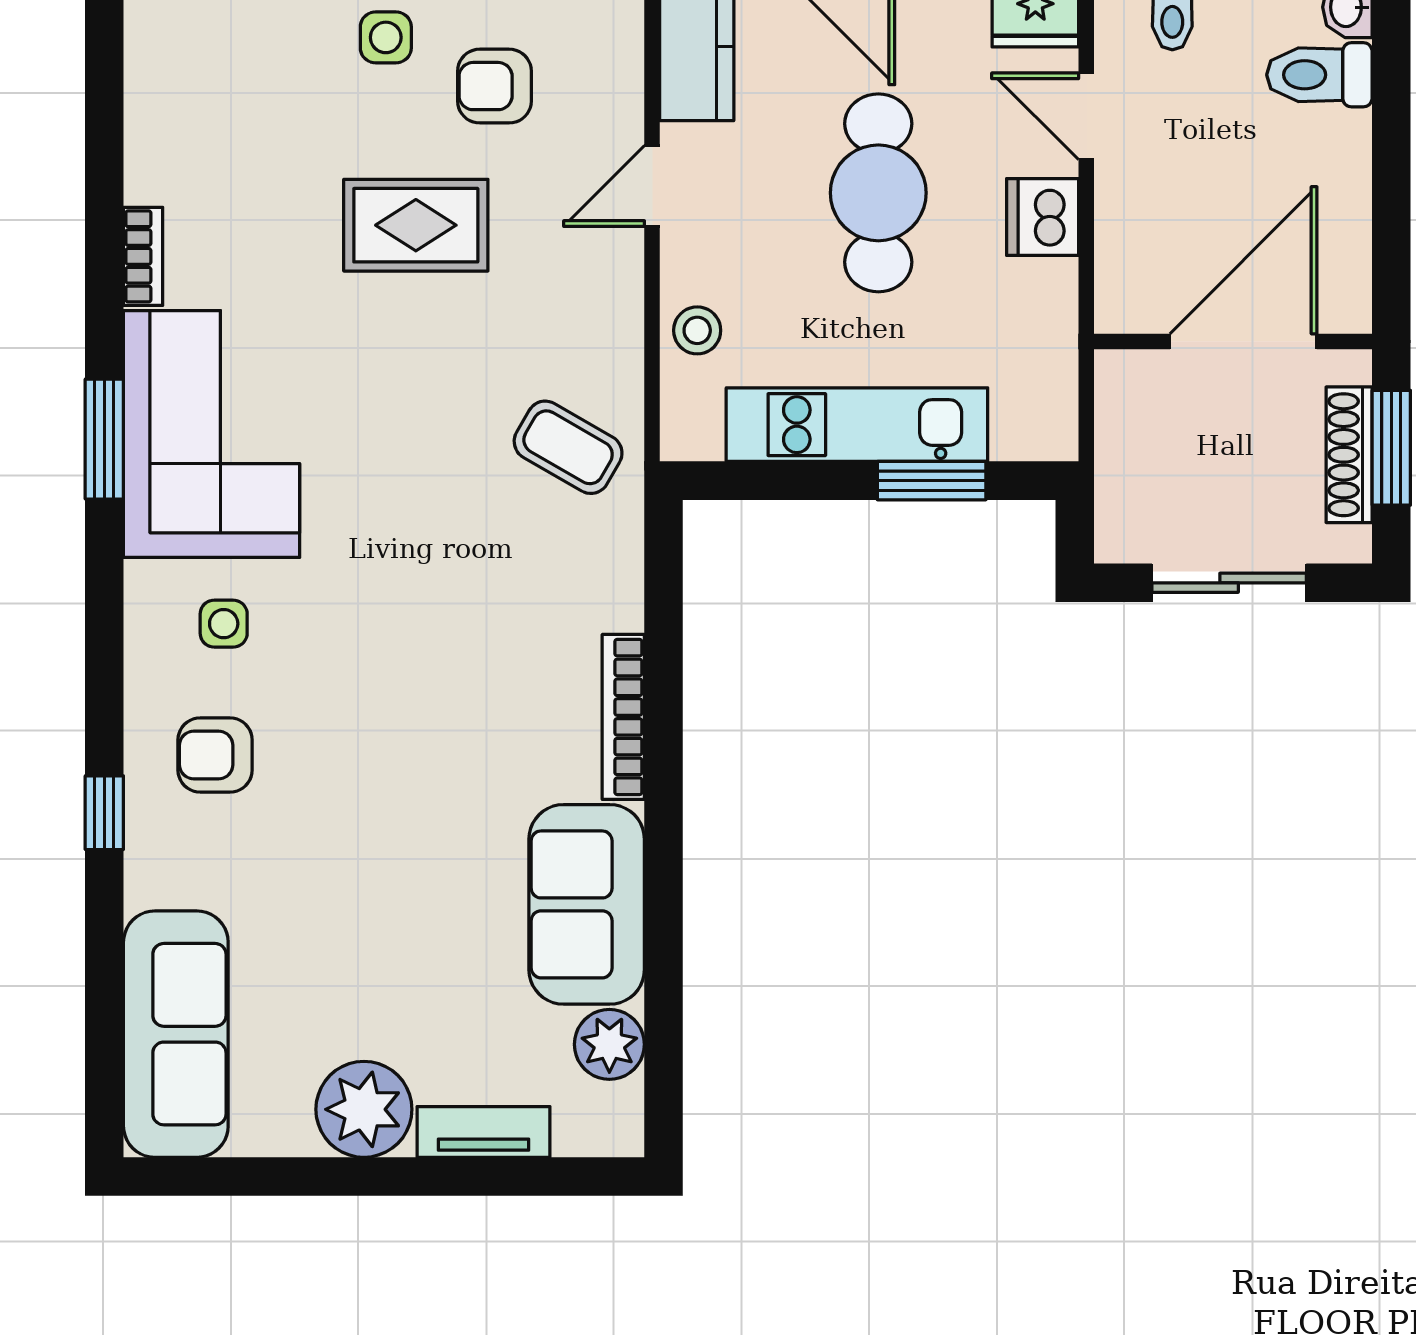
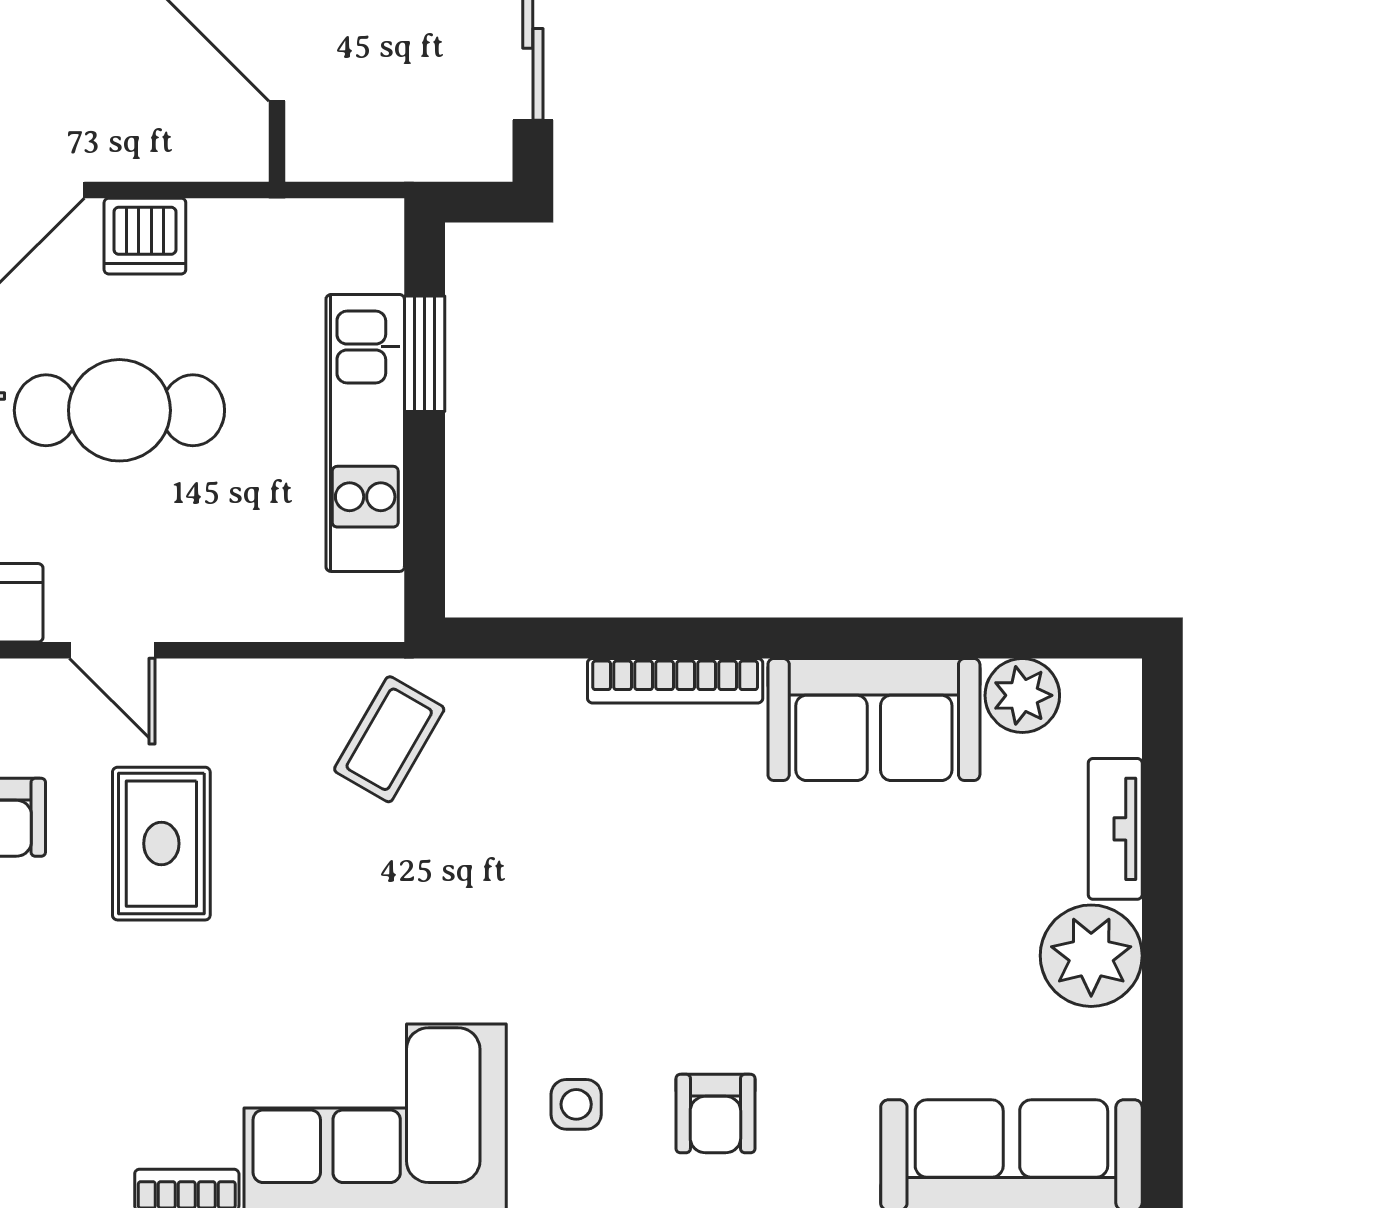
rug: (416, 225) -> (161, 844), moved
stool: (697, 330) -> (265, 602), removed

